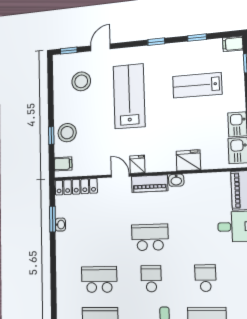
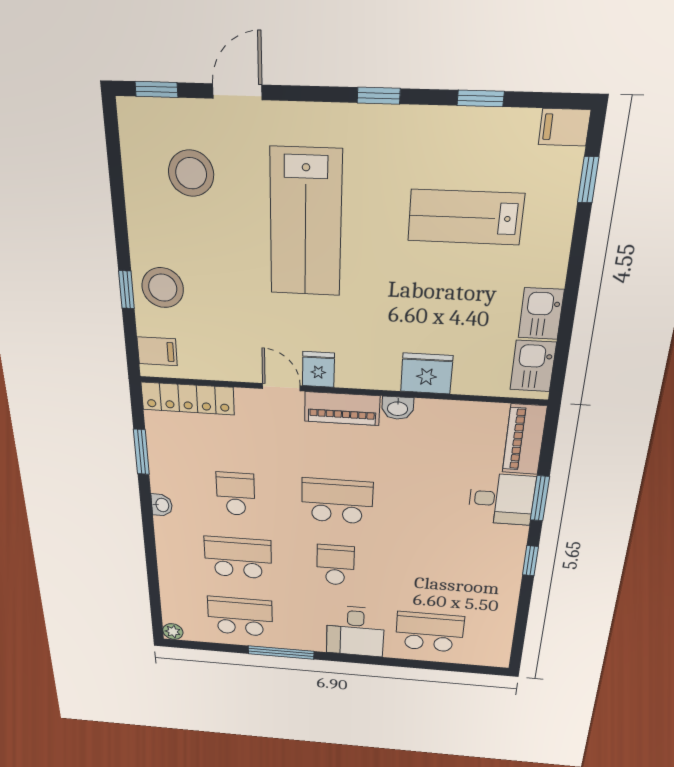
lab bench: (129, 96) -> (306, 223), turned 180
washbasin: (60, 225) -> (162, 505), moved
school desk: (205, 278) -> (236, 494), moved

